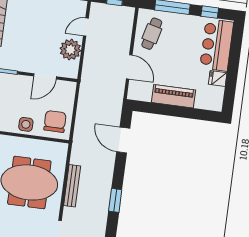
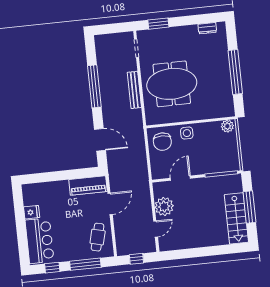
door: (129, 67) -> (110, 204), swing flipped
piano: (174, 96) -> (88, 186), moved
window: (115, 200) -> (94, 86), width x2.11

